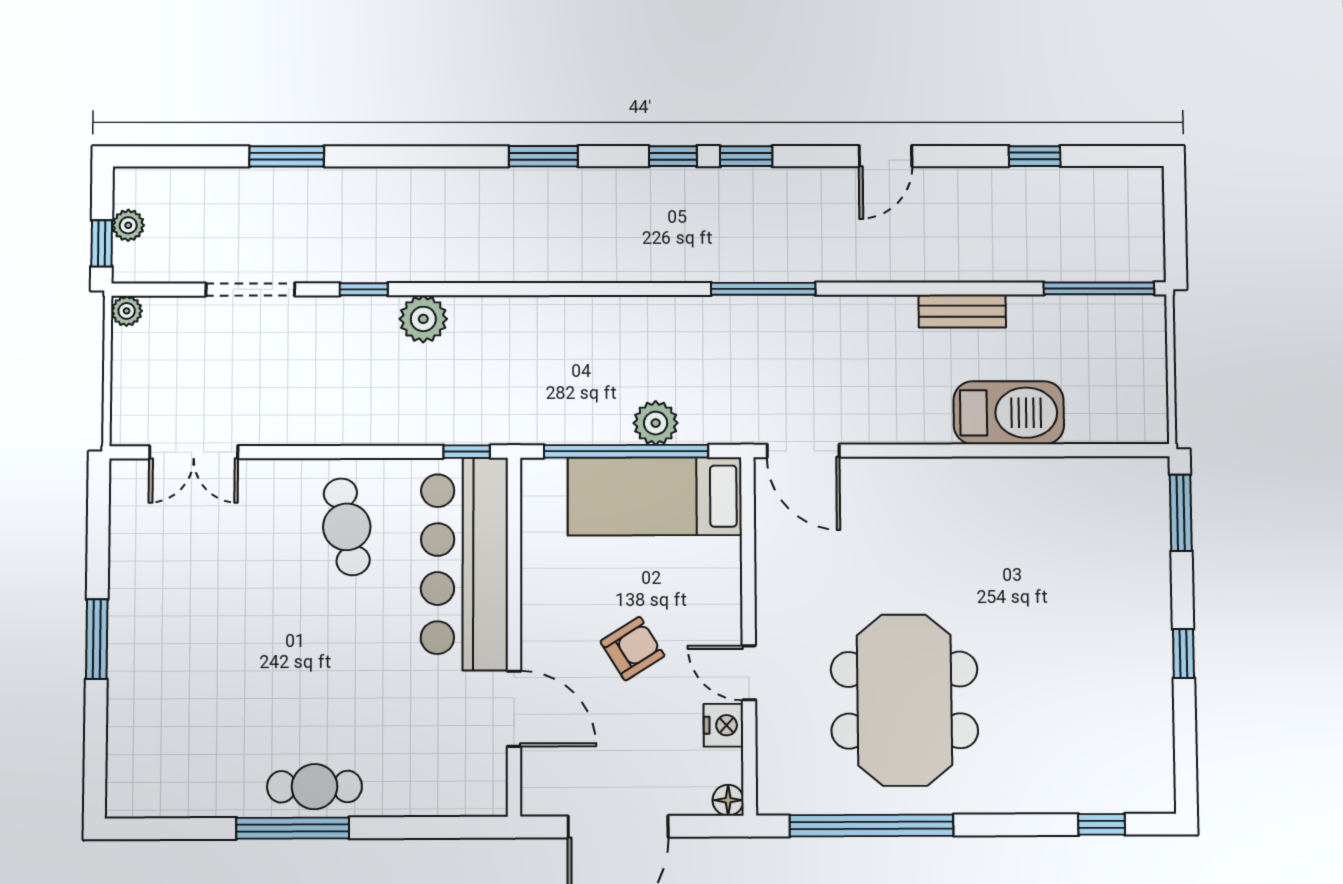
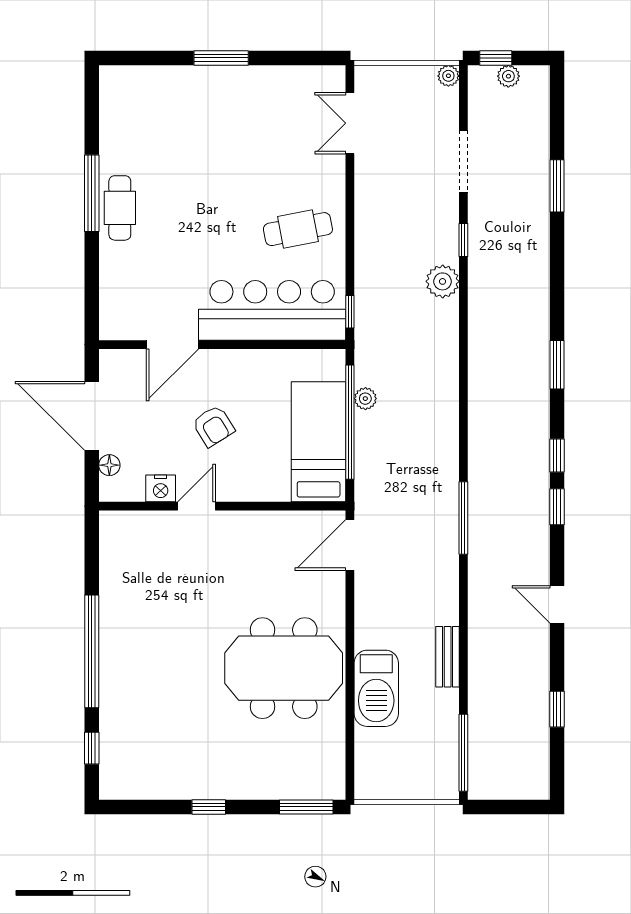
plant: (656, 423) -> (365, 399), moved, width x0.73, depth x0.73
meeting table: (904, 700) -> (284, 668), moved
floor lamp: (728, 800) -> (109, 465), moved
window: (872, 825) -> (92, 651), moved

